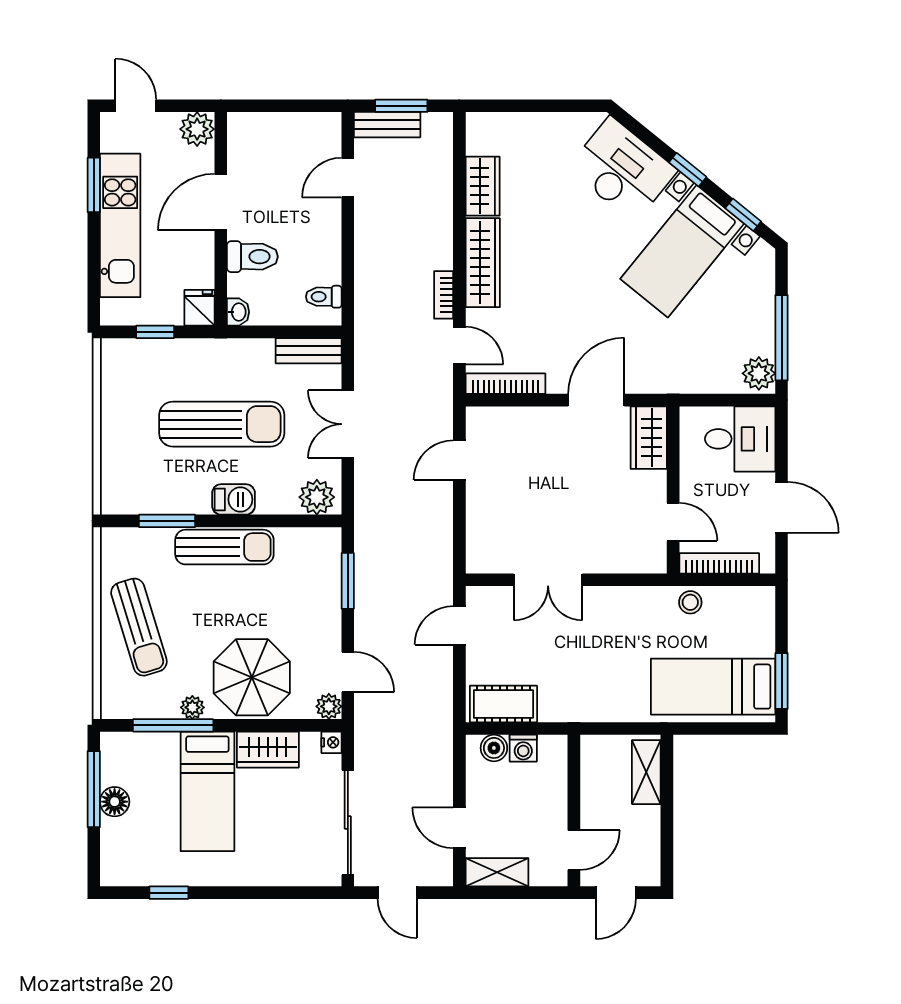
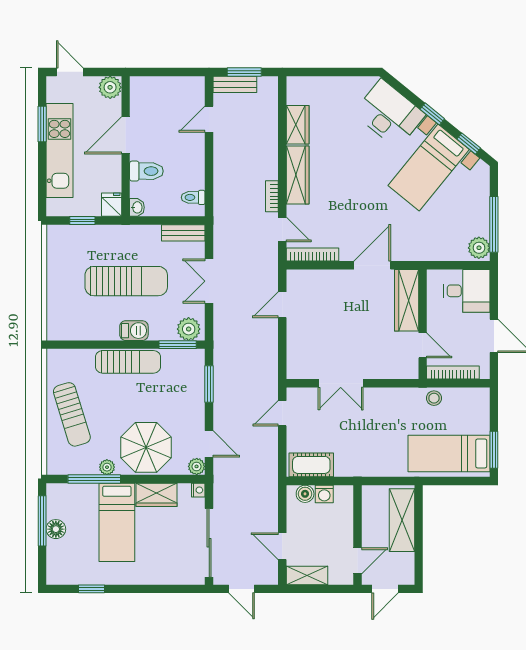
wardrobe: (649, 438) -> (407, 300), width x1.50
window: (167, 521) -> (178, 345), moved
shelving: (646, 772) -> (402, 520), width x1.50, depth x1.33

